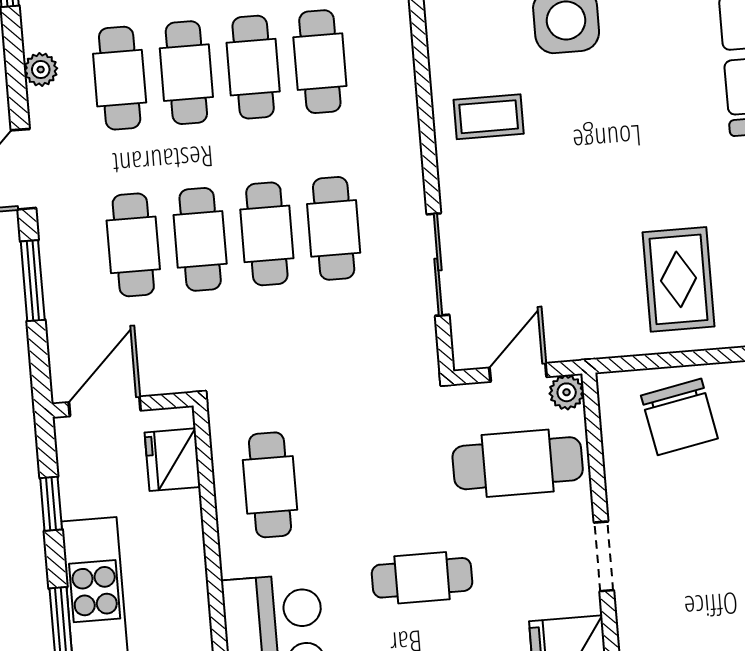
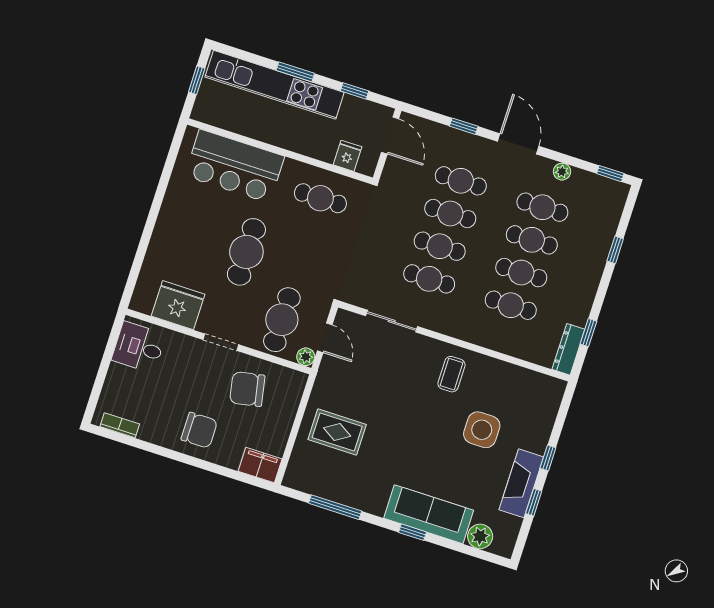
window: (33, 281) -> (464, 126), width x0.67
chair: (679, 417) -> (247, 389), moved
fridge: (172, 460) -> (347, 156), width x0.72
cafe table: (422, 578) -> (246, 252), width x1.37, depth x1.35

